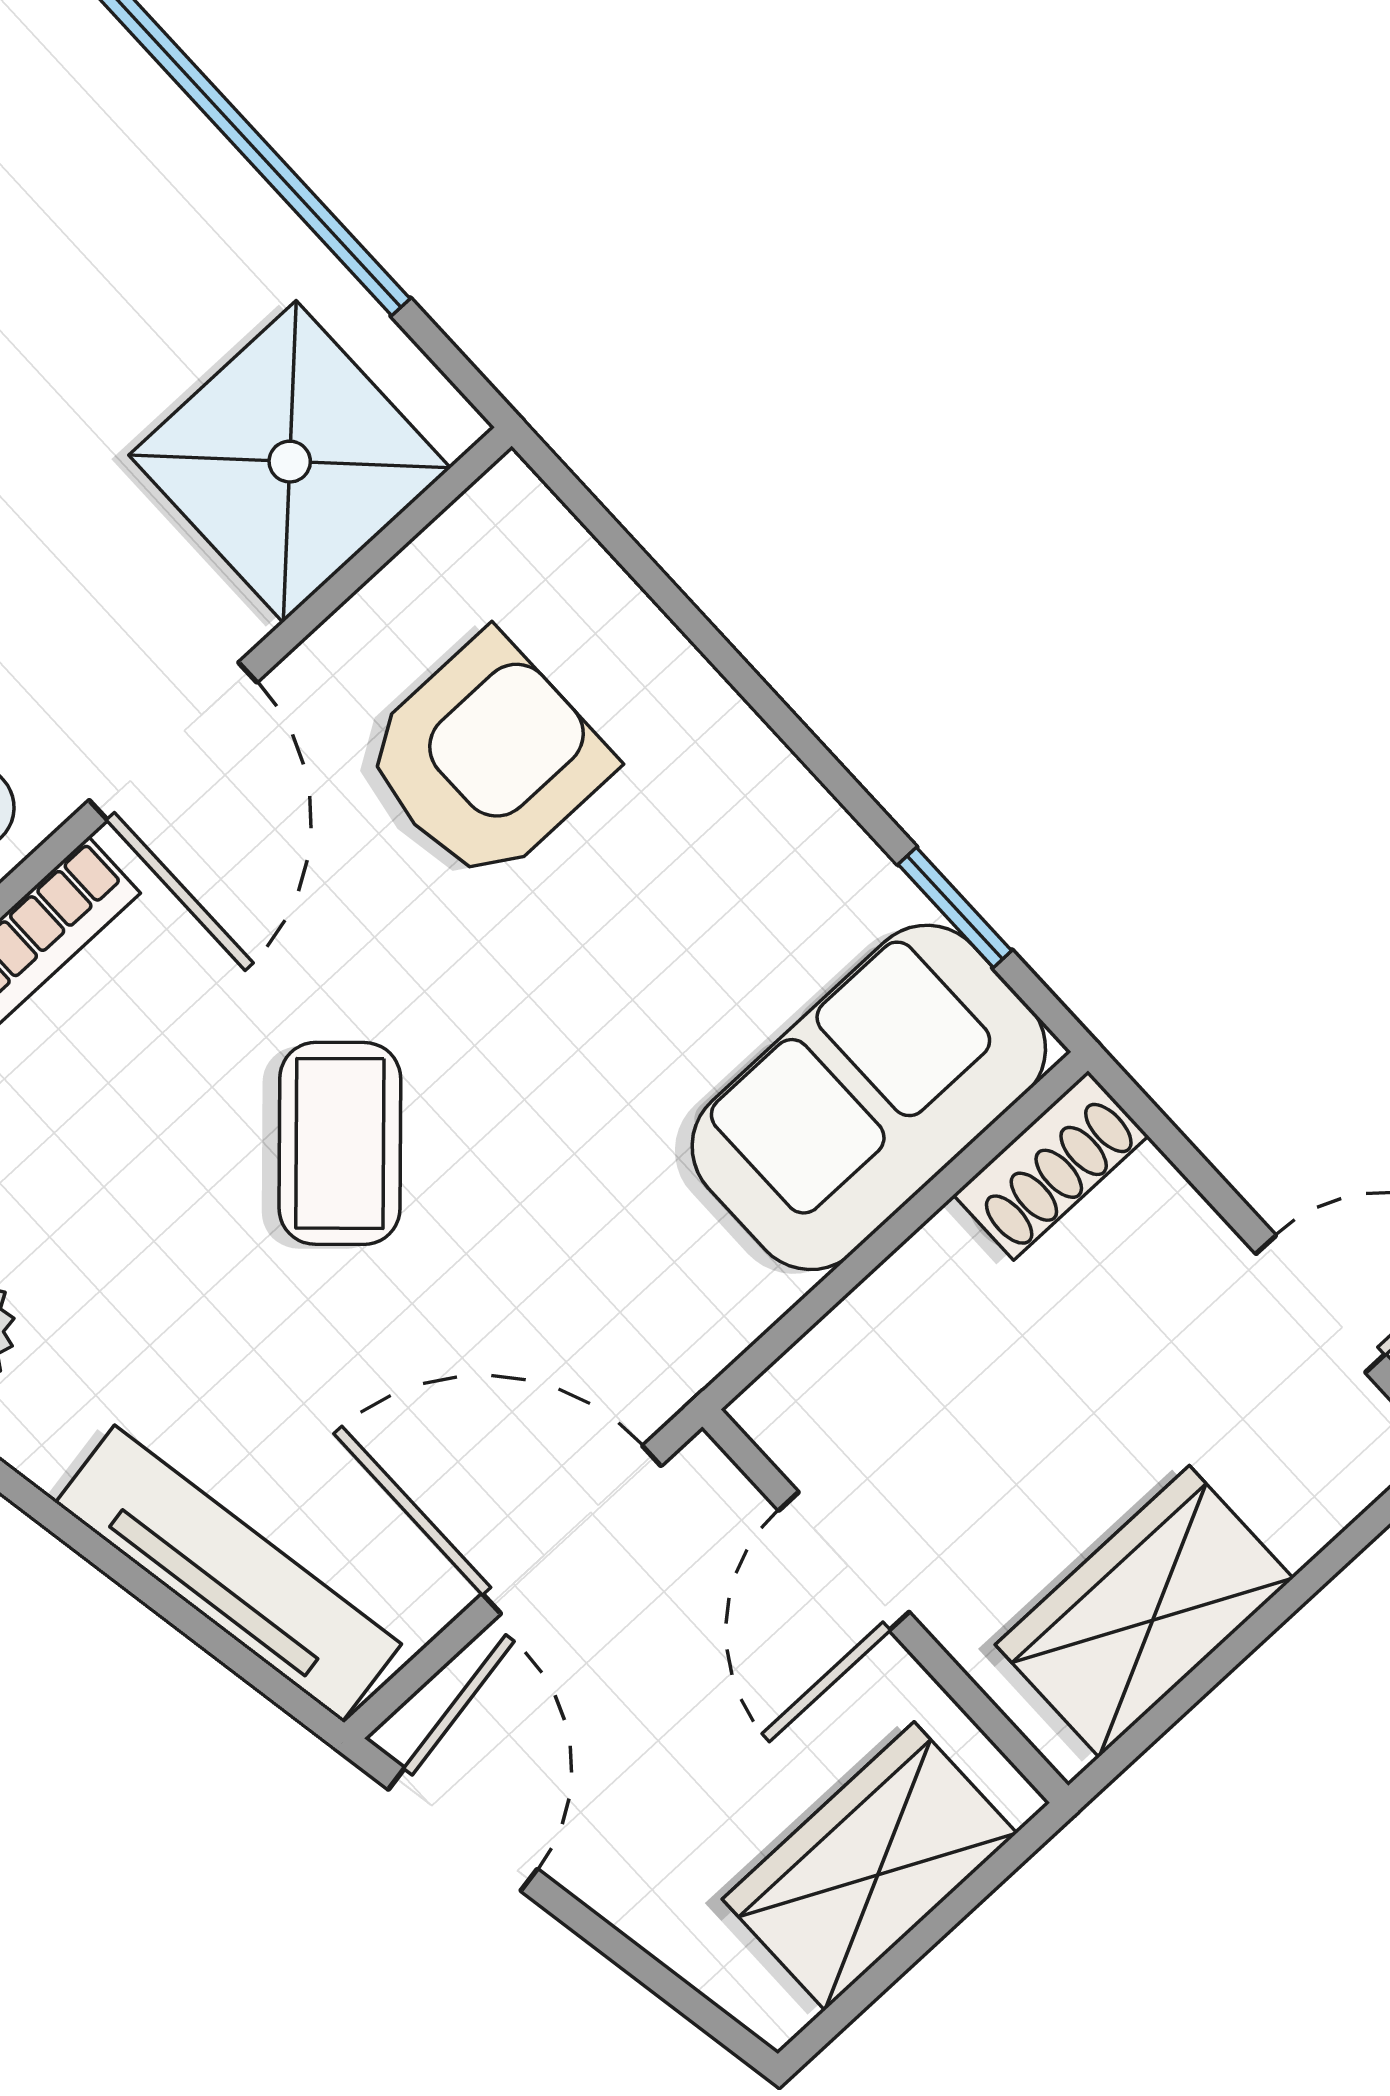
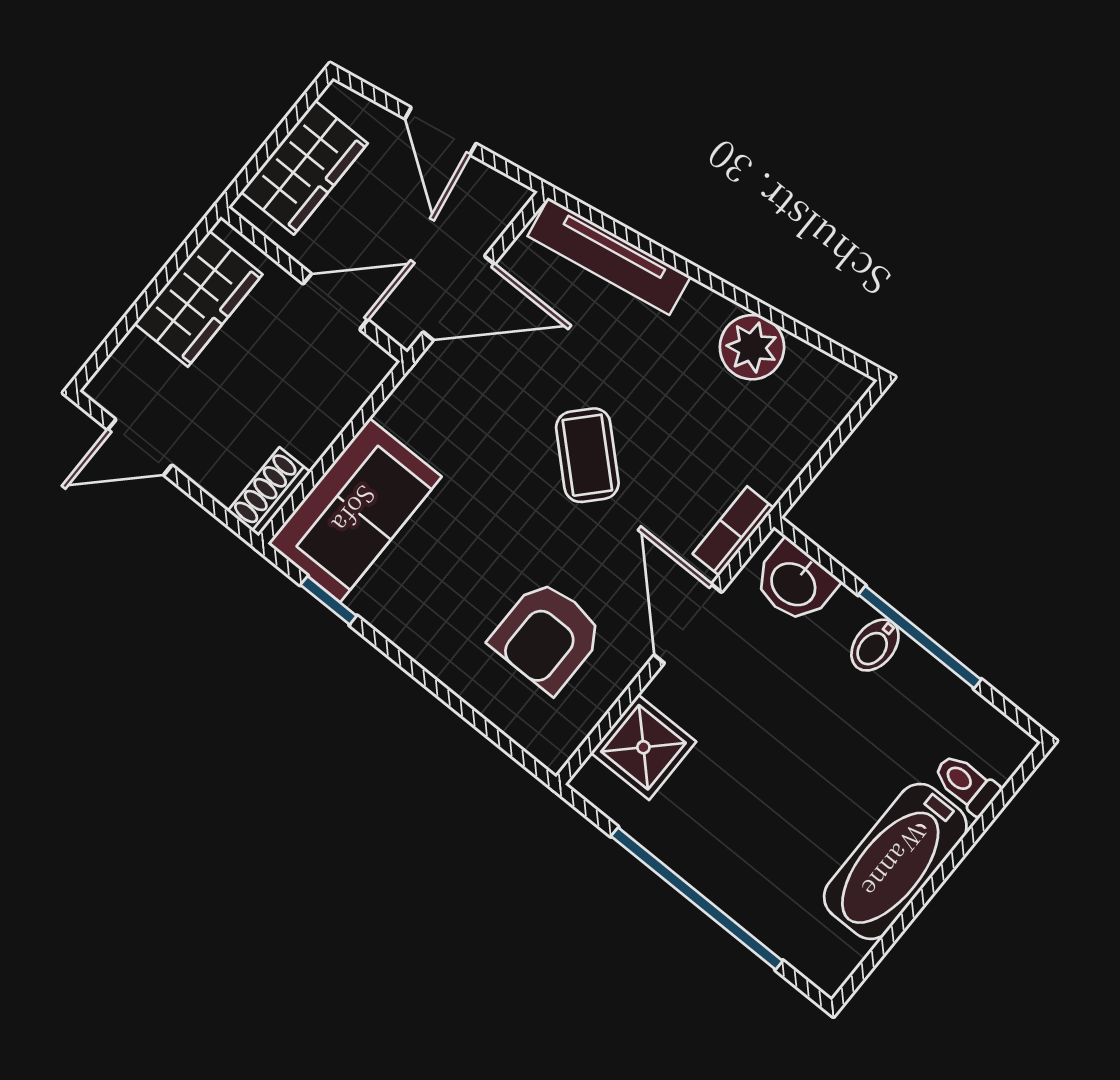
shower: (290, 462) -> (643, 747), width x0.73, depth x0.73
door: (844, 1561) -> (336, 302), hinge flipped
door: (463, 1829) -> (440, 131), moved

